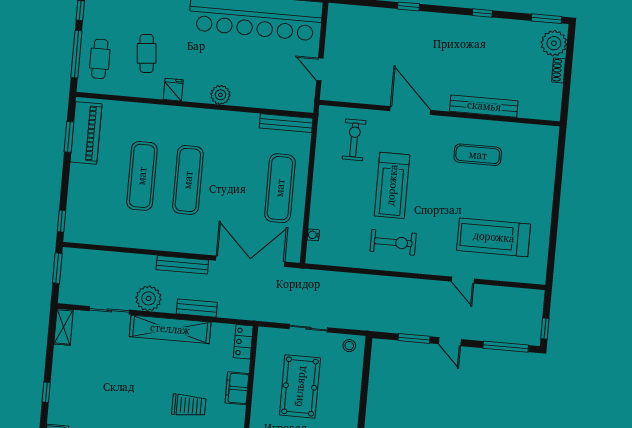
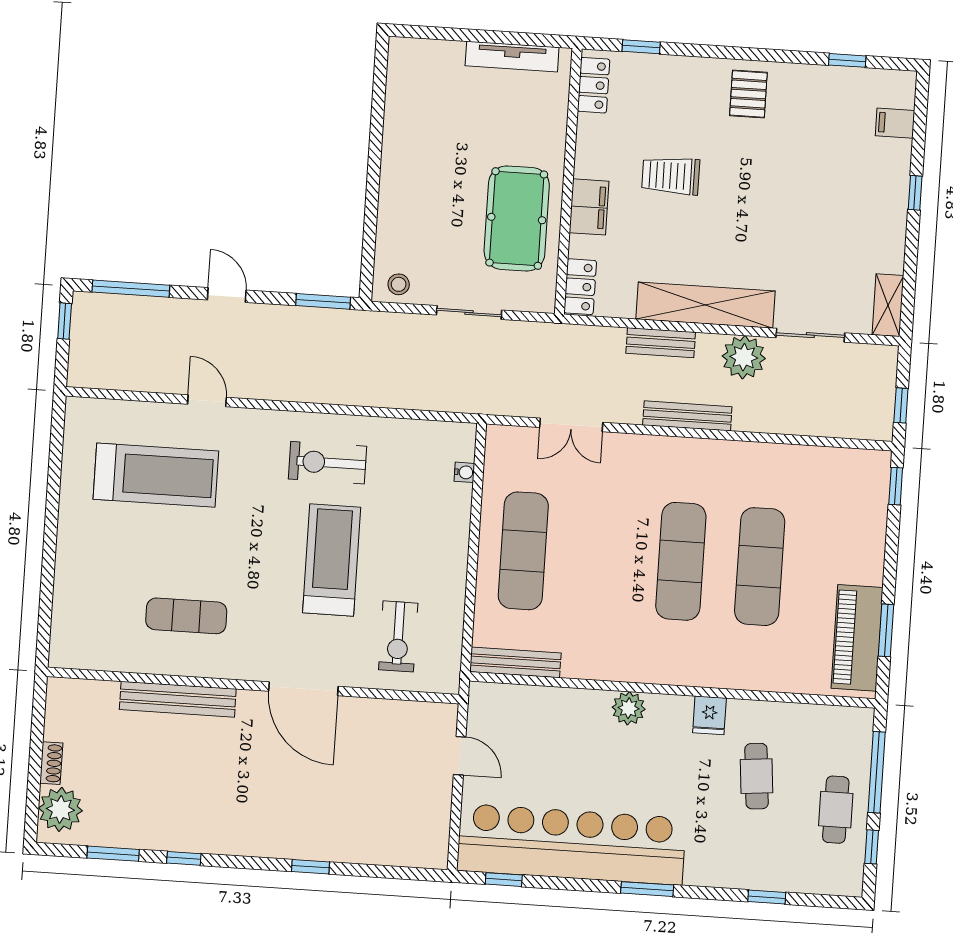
window: (547, 19) -> (113, 854), moved
cafe table: (100, 59) -> (836, 810), moved
double door: (250, 261) -> (571, 425), width x0.54
window: (57, 268) -> (901, 405), width x0.67
window: (414, 338) -> (323, 301), moved
pool table: (300, 386) -> (517, 219), moved

